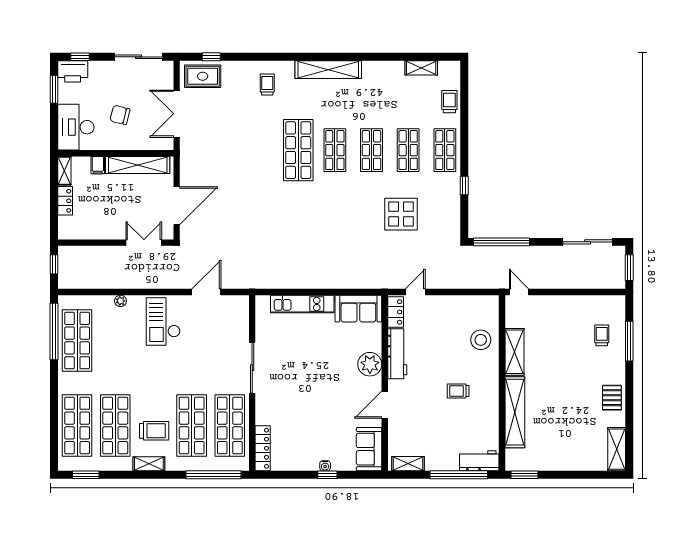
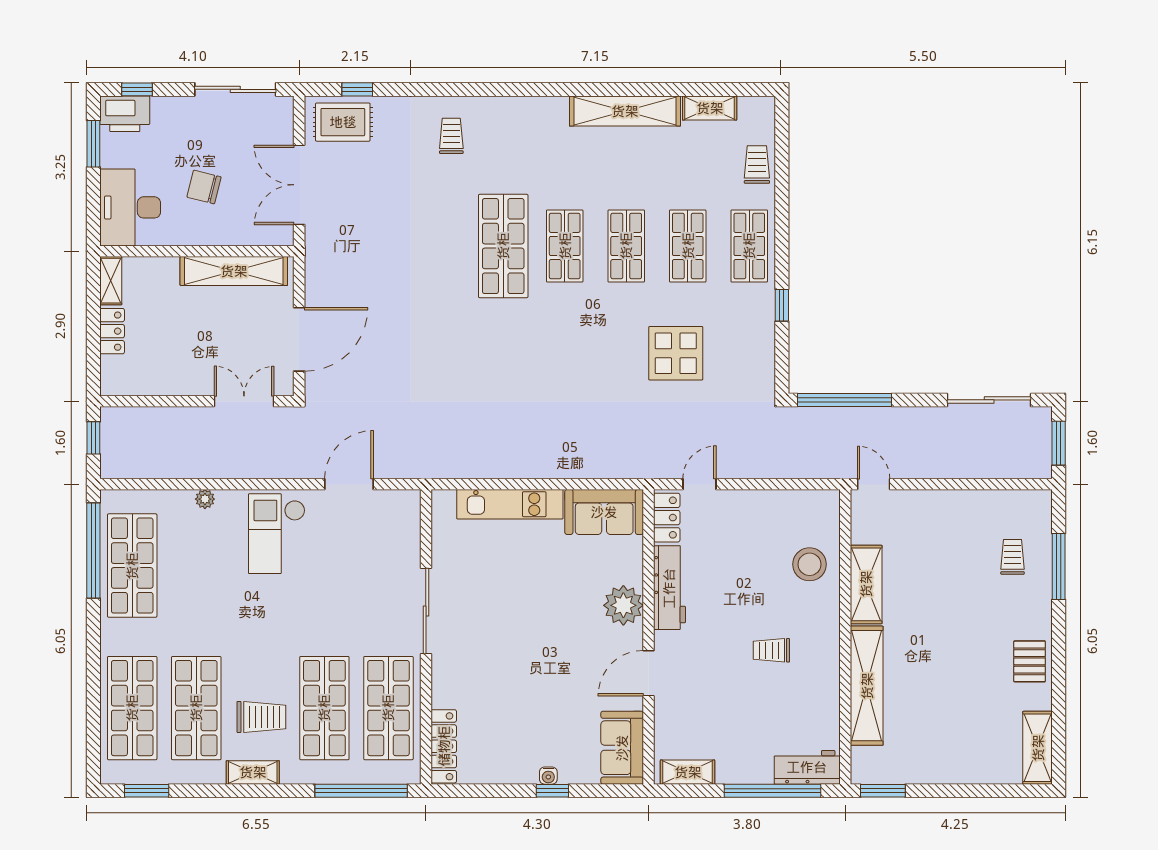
shelving: (328, 70) -> (625, 111), moved
filing cabinet: (98, 165) -> (167, 271), removed

